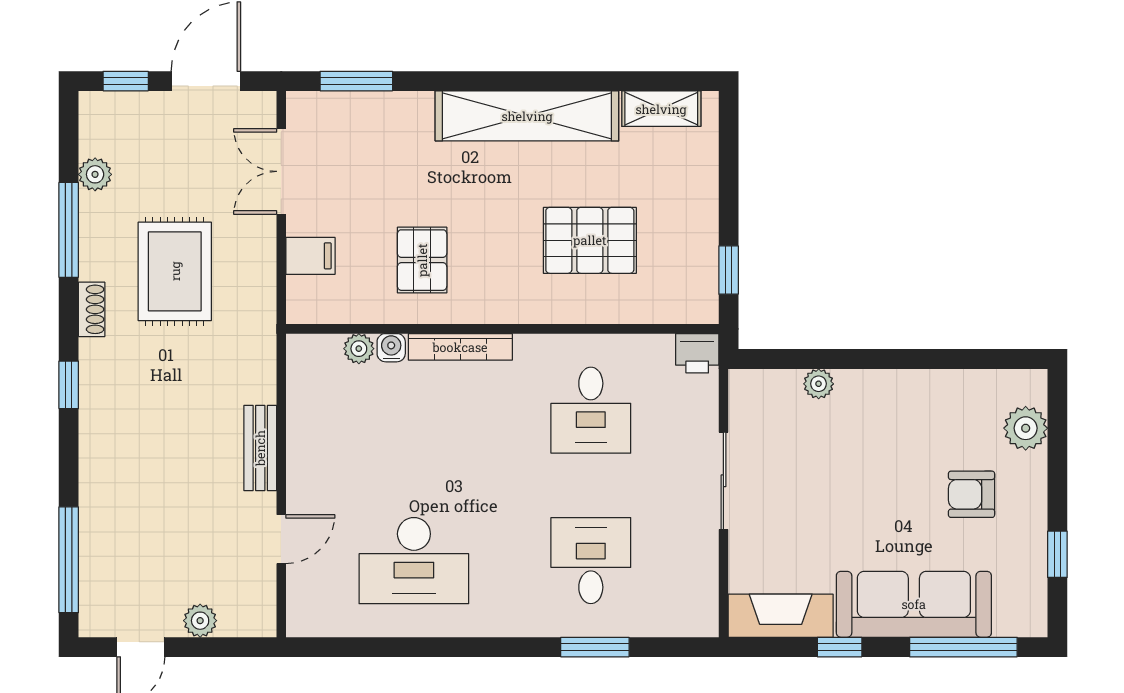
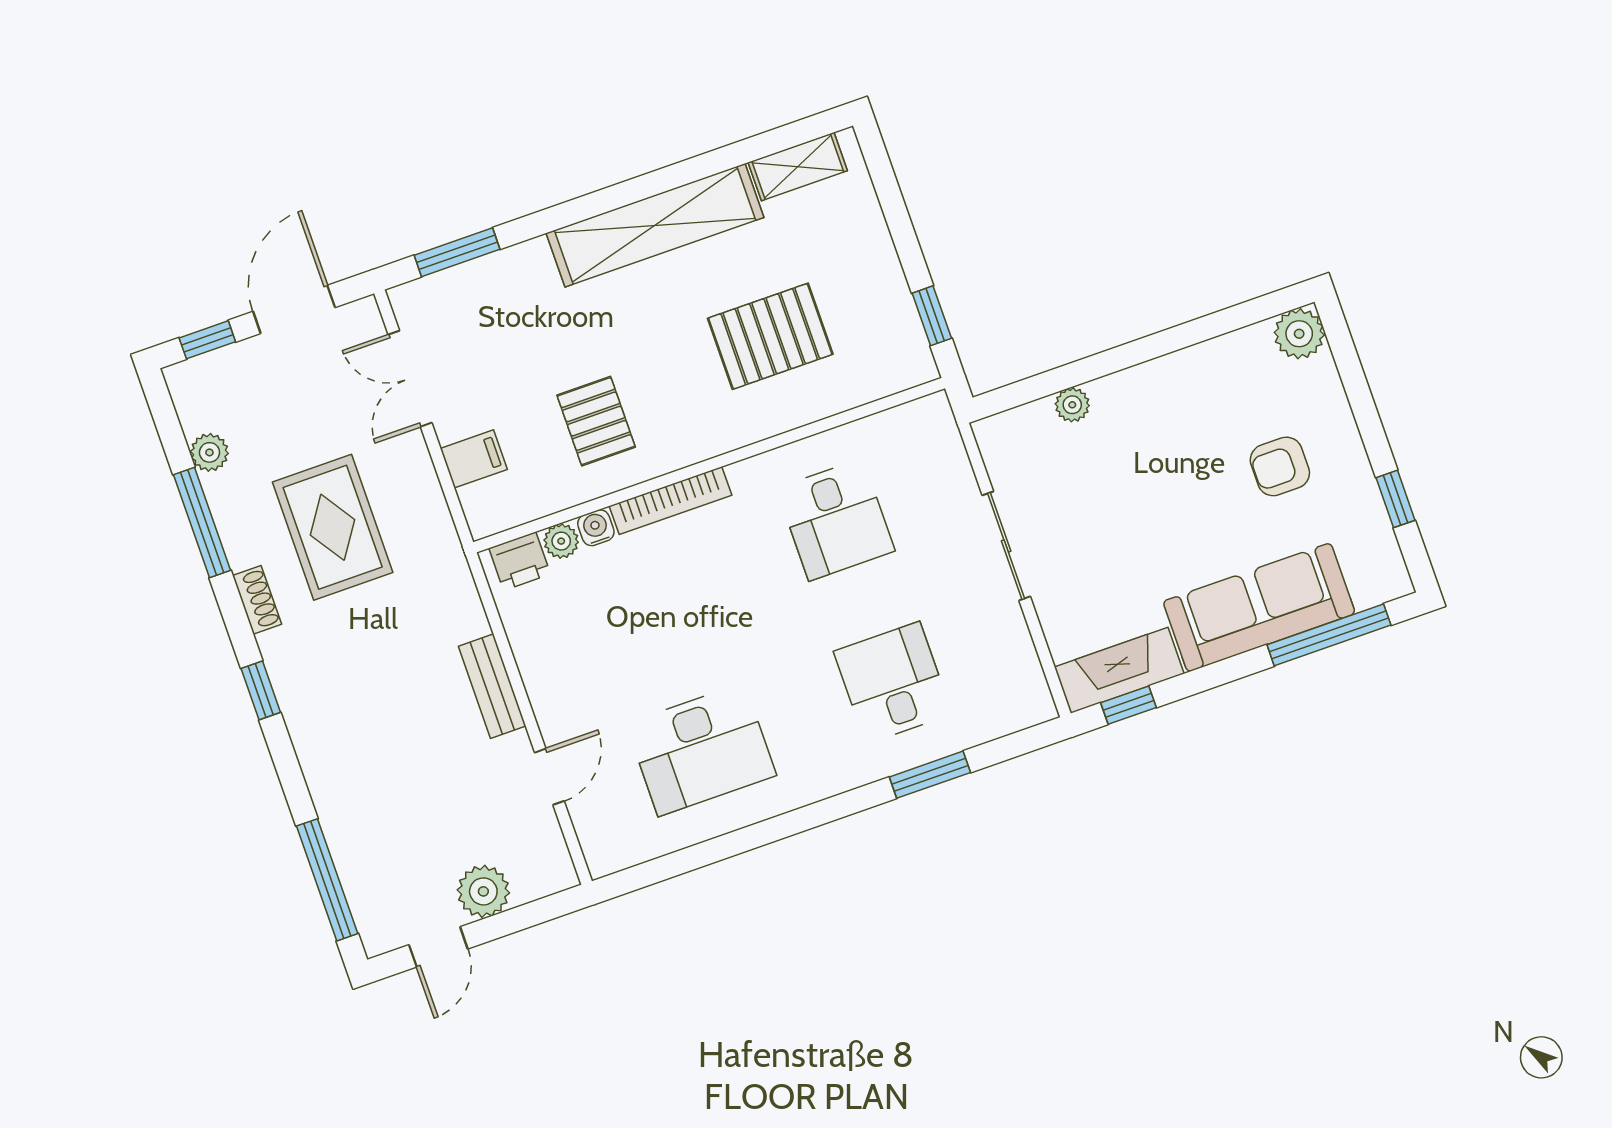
printer: (697, 353) -> (520, 561), moved
plant: (1026, 428) -> (1299, 334), moved
plant: (200, 621) -> (483, 891), width x1.38, depth x1.38
window: (840, 647) -> (1128, 705), moved

